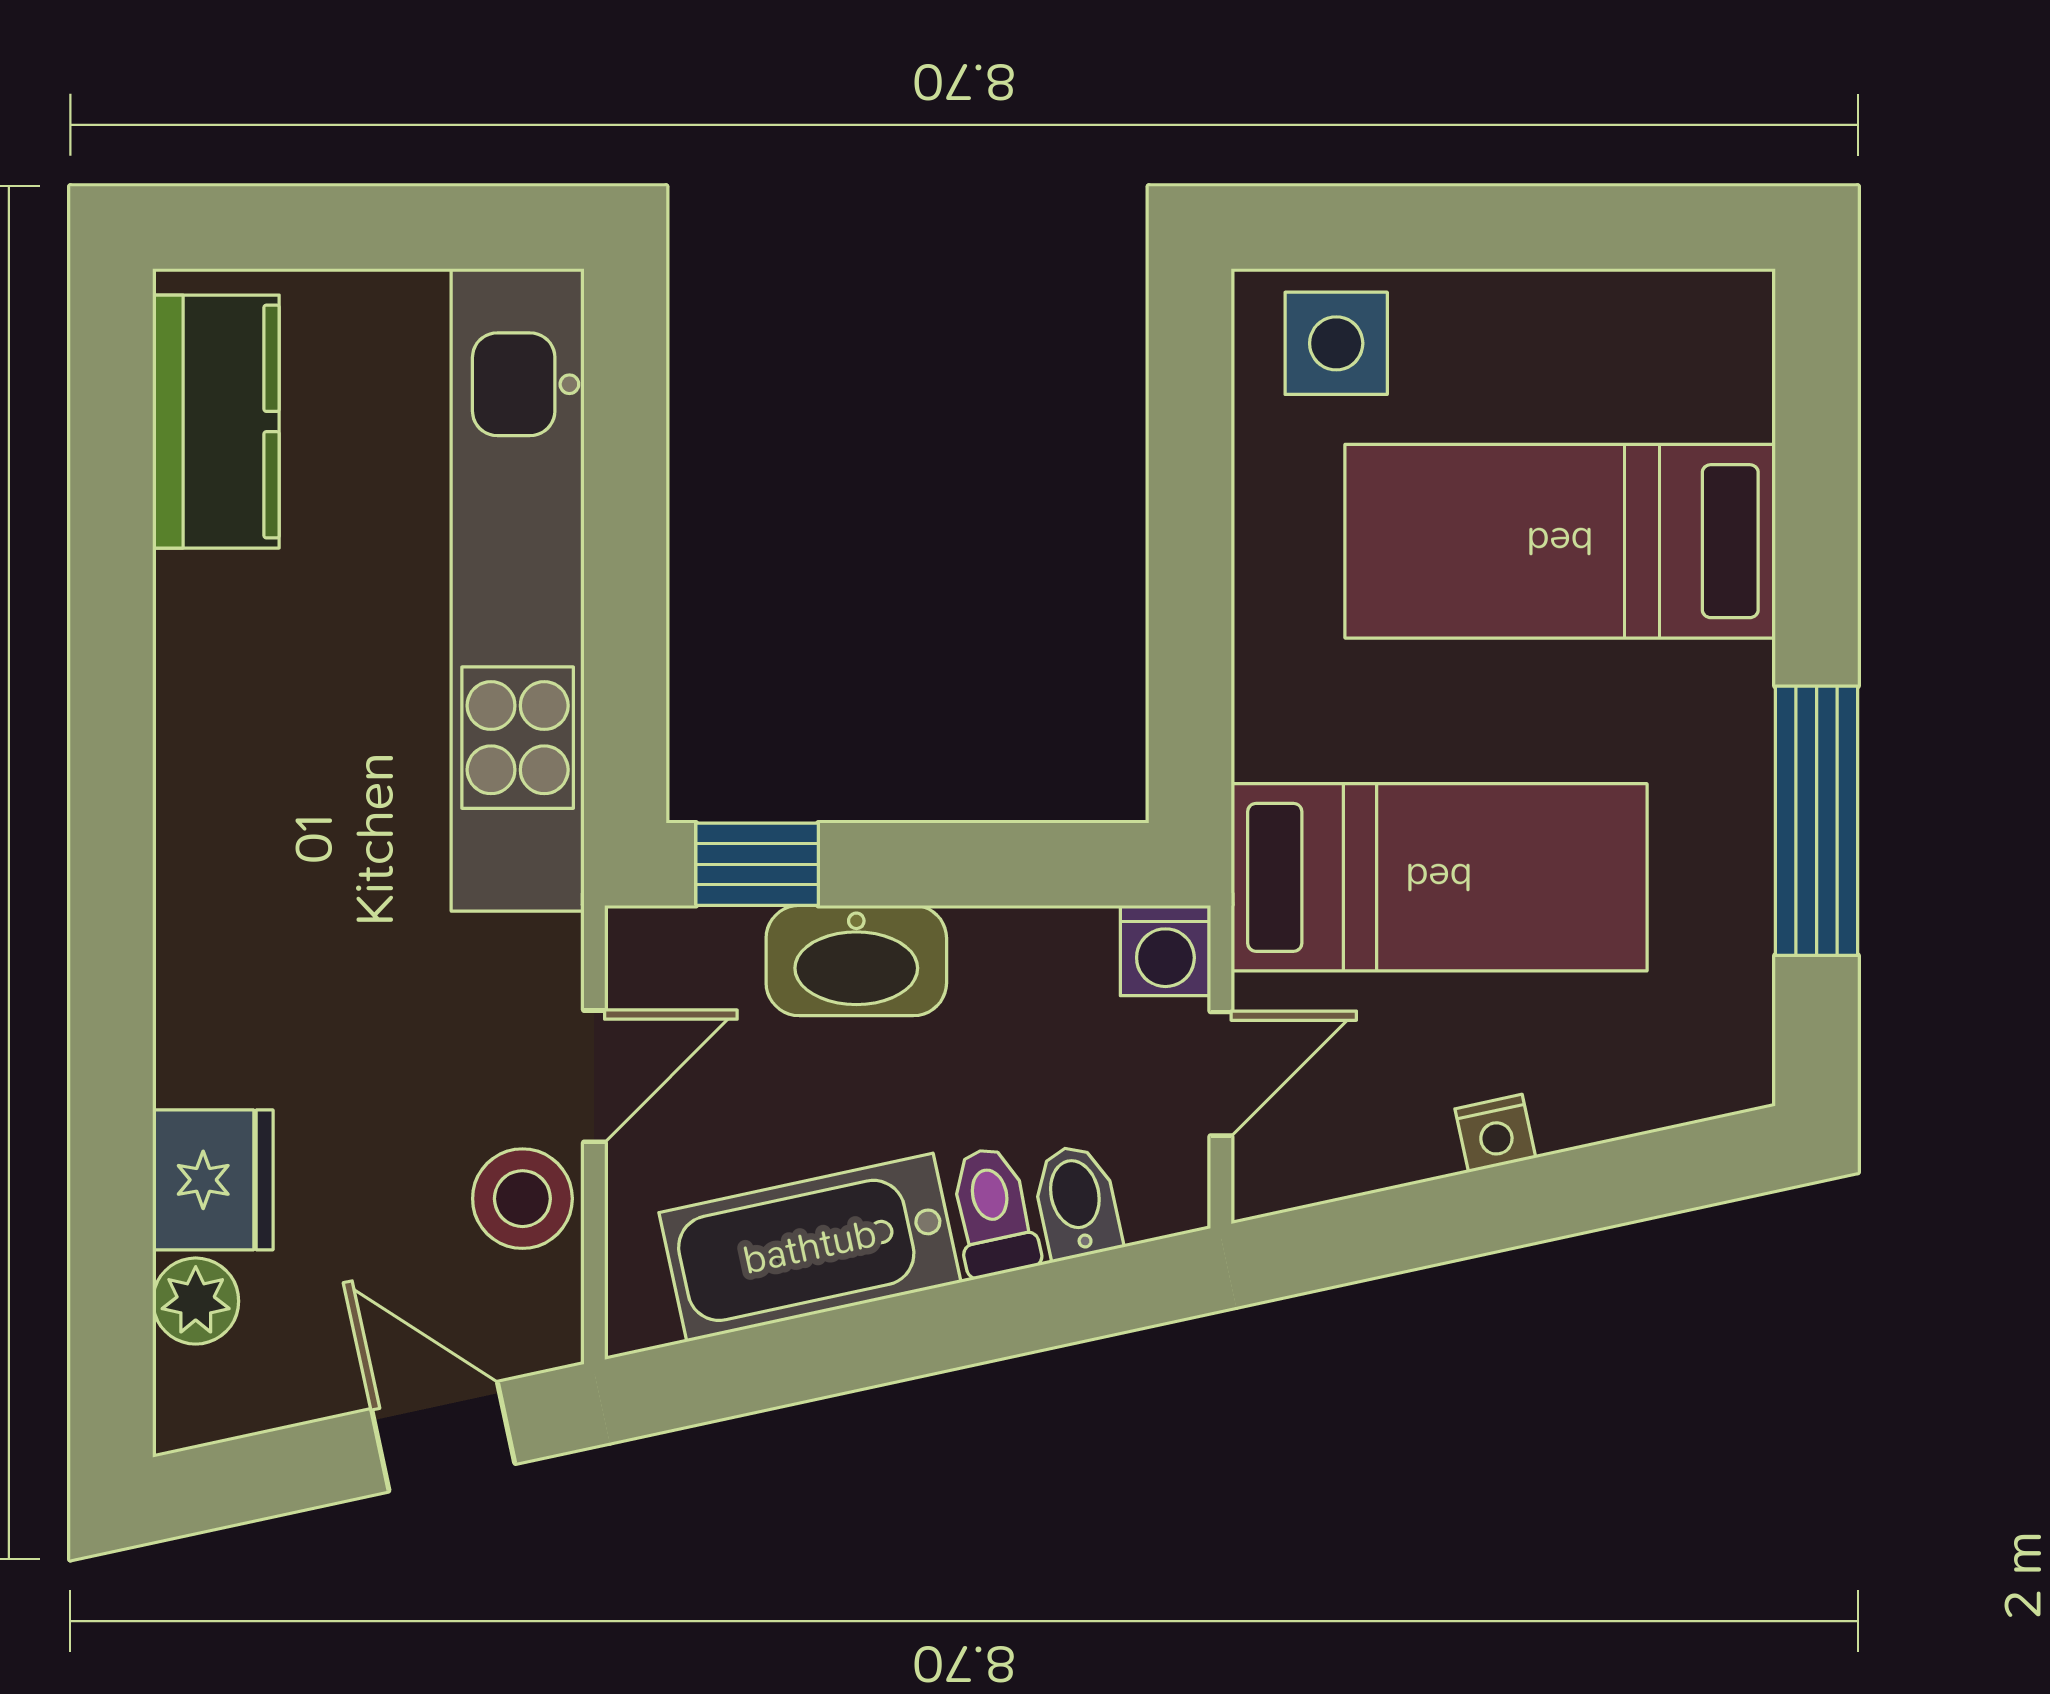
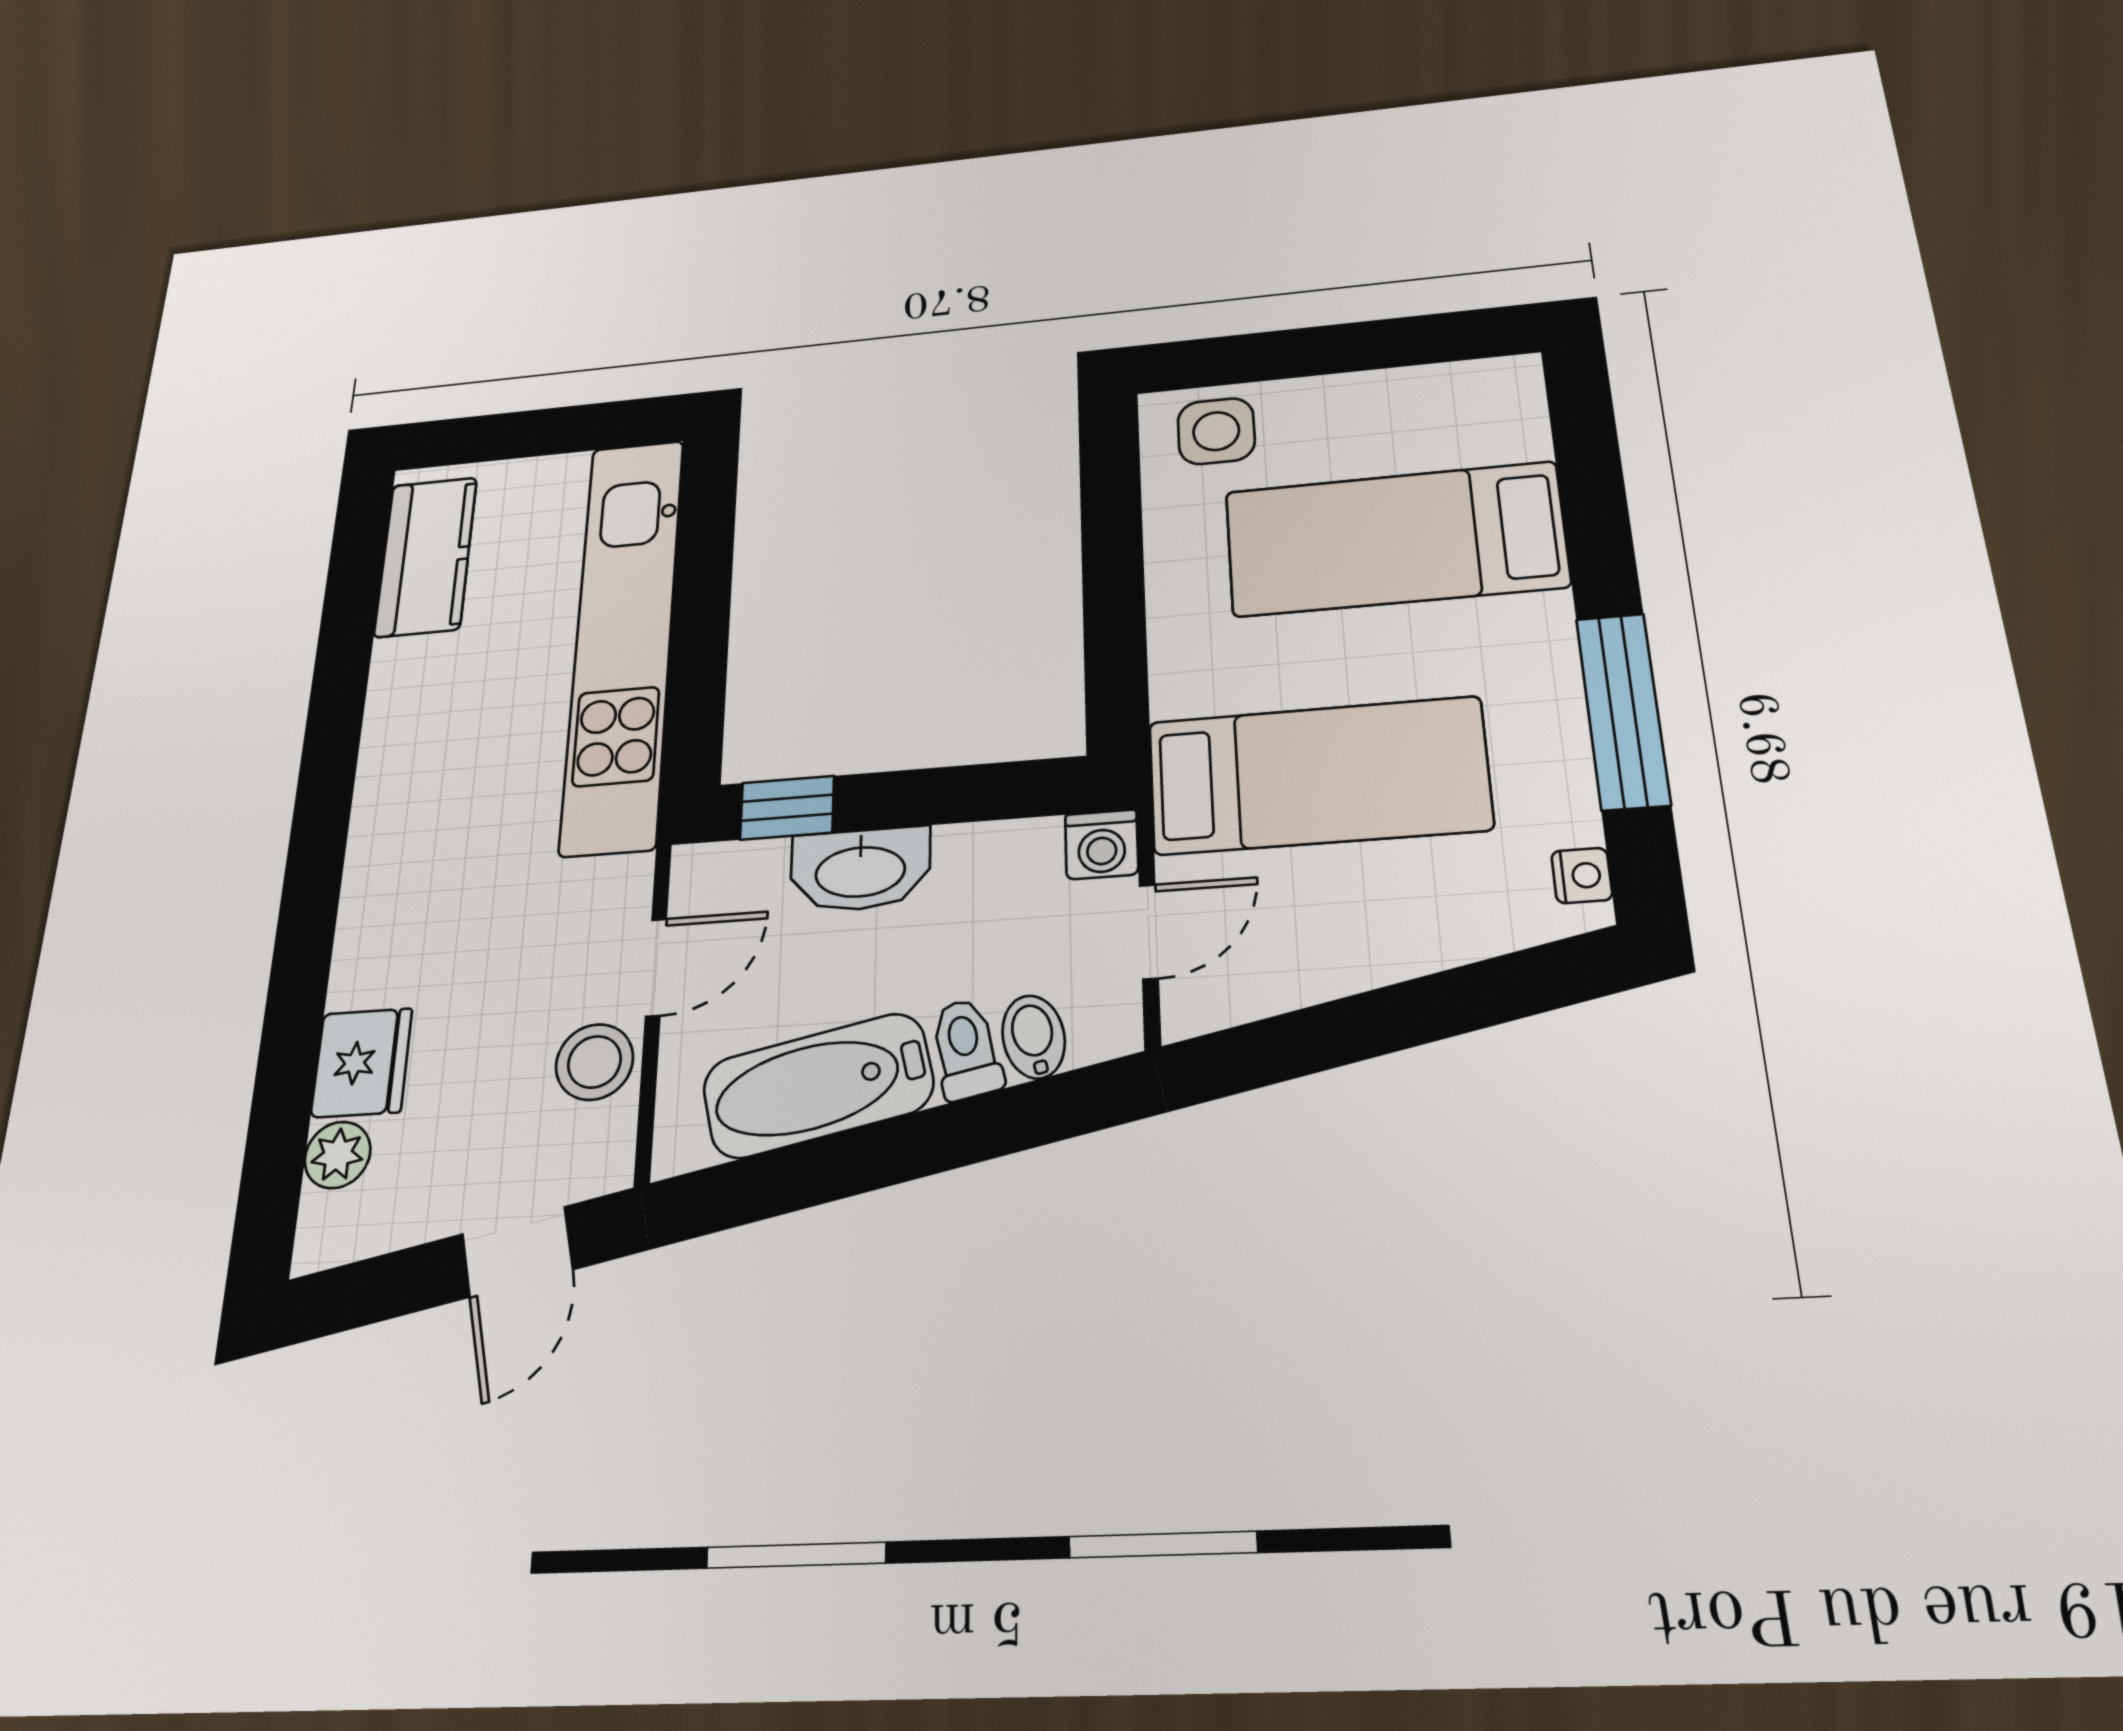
nightstand: (1495, 1133) -> (1582, 876), moved, turned -78
door: (443, 1437) -> (517, 1252), swing flipped

